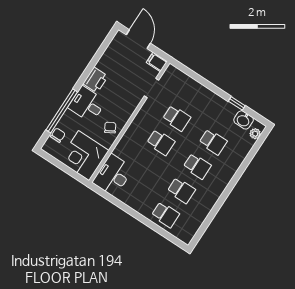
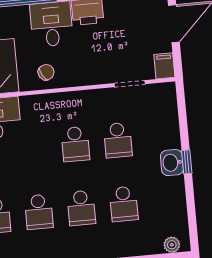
window: (237, 103) -> (187, 162), moved
washbasin: (244, 120) -> (172, 163), moved

